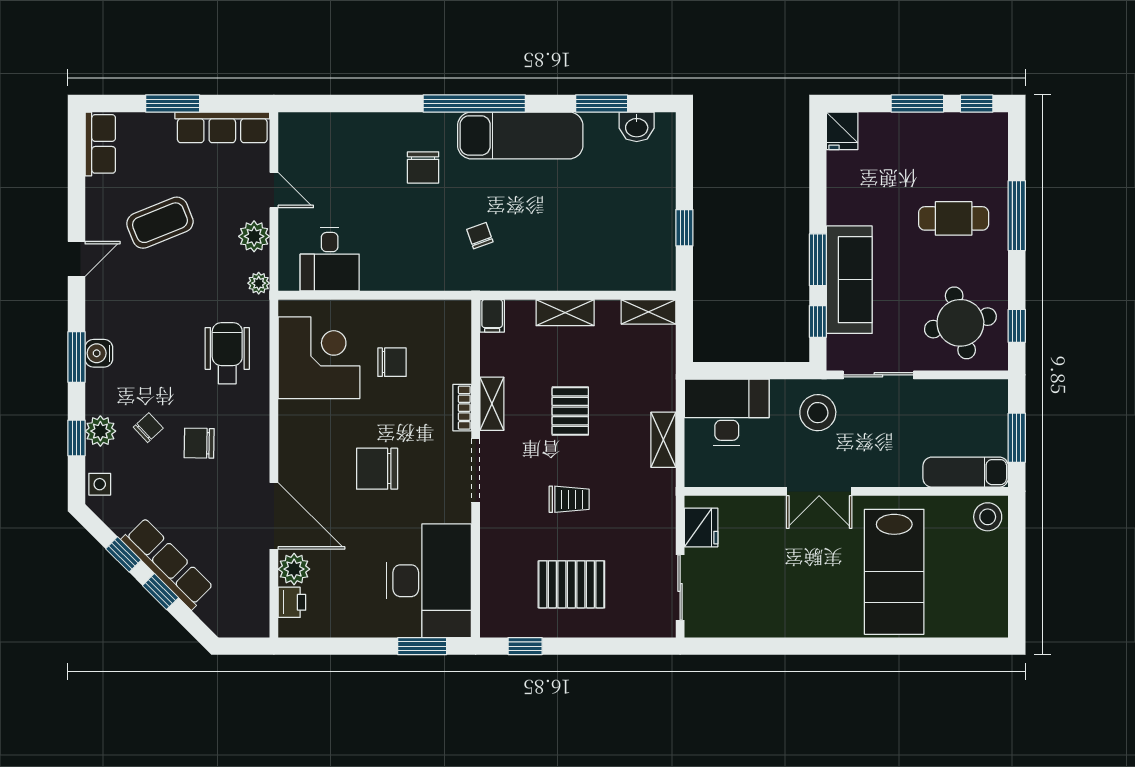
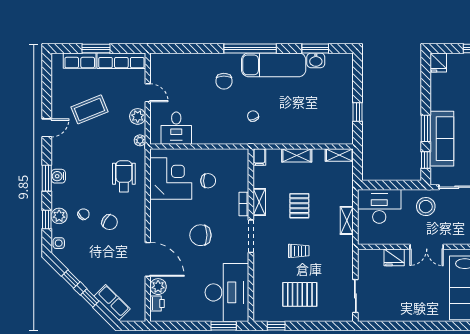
washbasin: (637, 127) -> (316, 60), moved
row of seats: (100, 144) -> (80, 61), moved, turned 90
chair: (199, 443) -> (110, 222), turned -150
fridge: (701, 527) -> (394, 257), moved, turned 90
row of seats: (167, 563) -> (112, 302), moved, width x0.68

